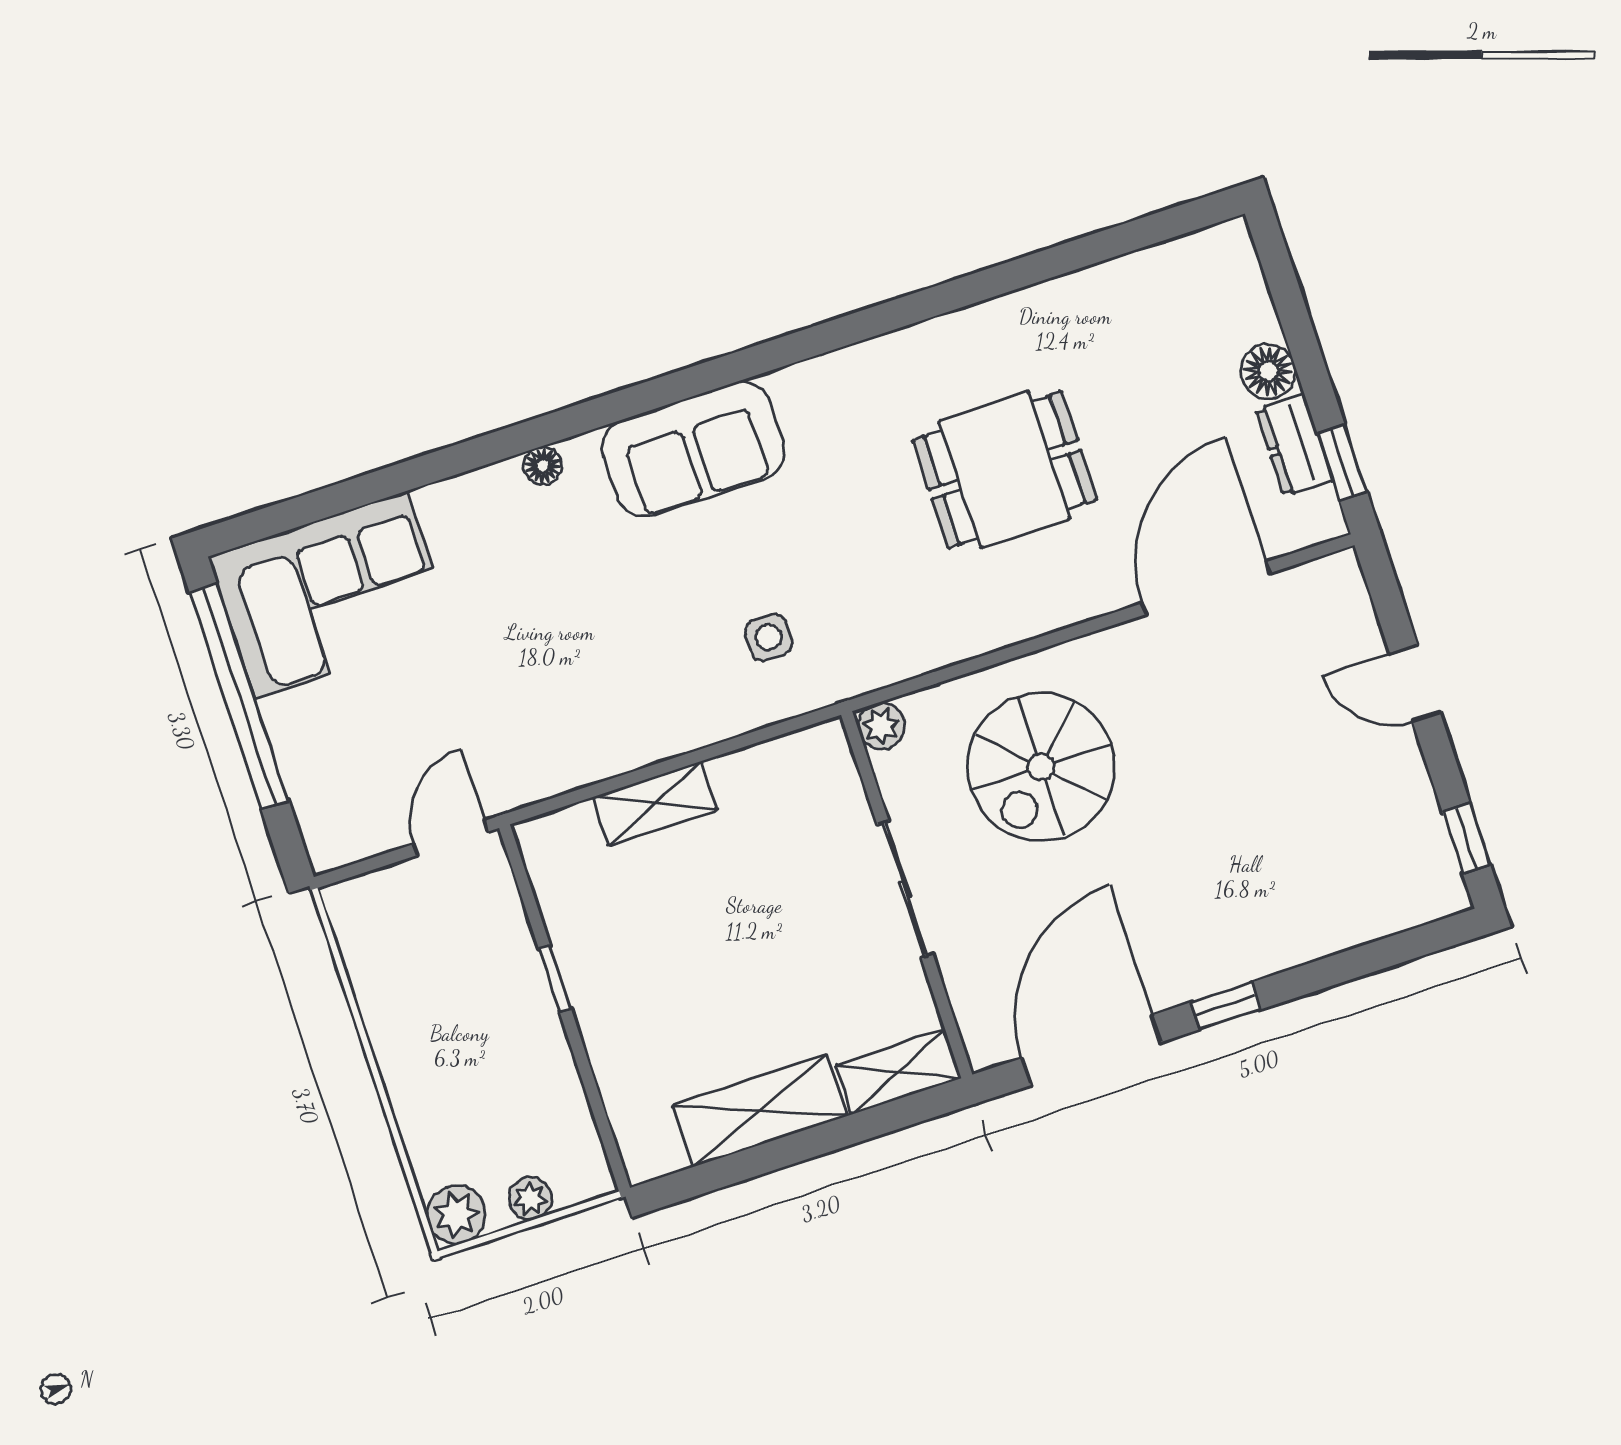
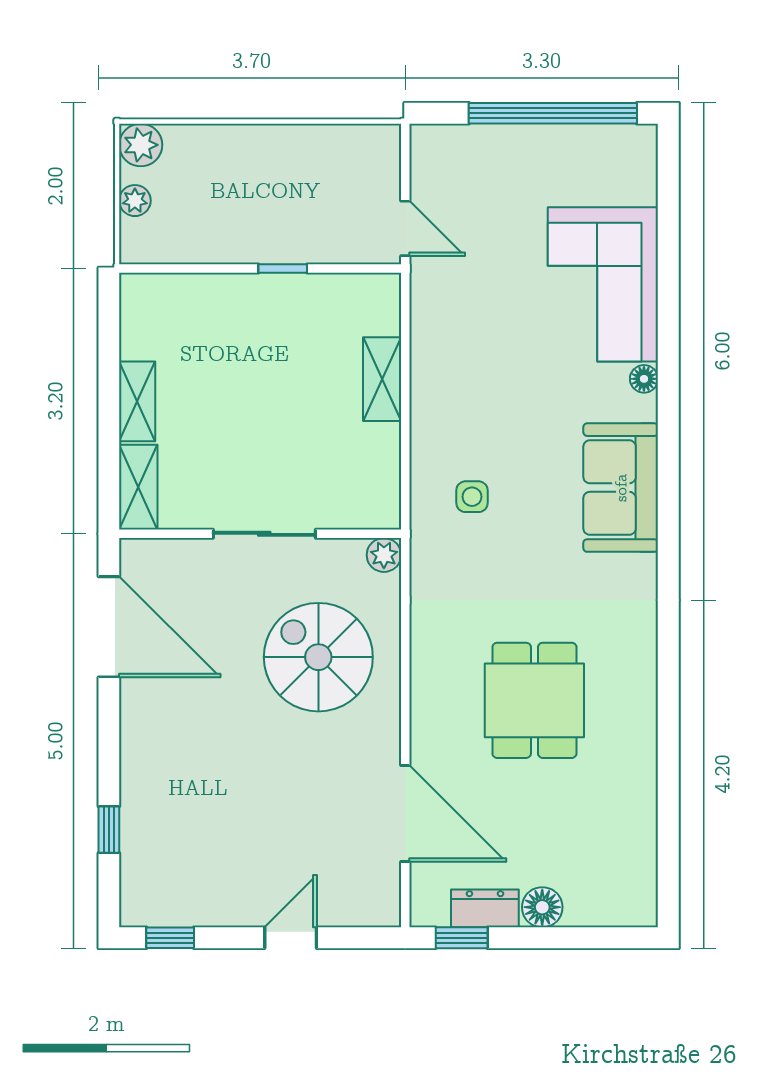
corner sofa: (331, 595) -> (603, 284), moved
window: (1225, 1006) -> (109, 830), moved
shelving: (760, 1111) -> (137, 401), width x0.67, depth x0.75

